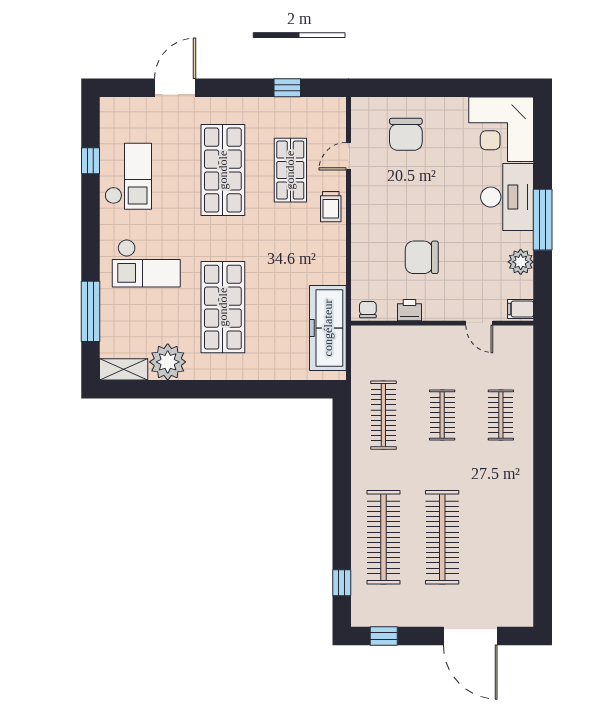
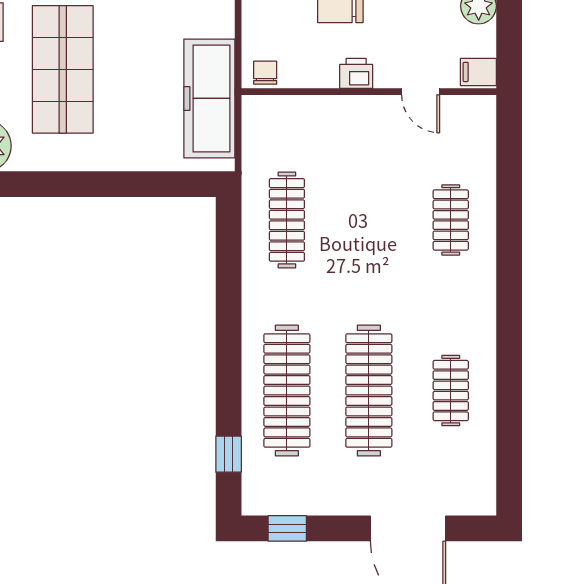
printer: (410, 310) -> (356, 73), moved
clothes rail: (442, 415) -> (451, 391), moved

